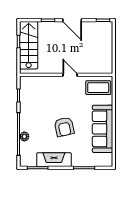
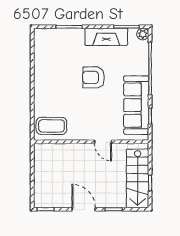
door: (70, 75) -> (103, 142), moved
armchair: (64, 127) -> (94, 77), turned -78
sofa: (103, 129) -> (136, 105), moved, turned 180
plant: (24, 136) -> (143, 34), moved

